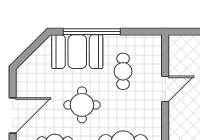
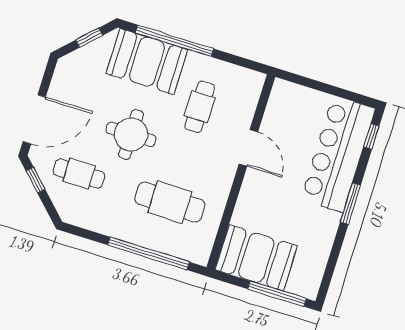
window: (33, 48) -> (89, 38), added
door: (165, 89) -> (248, 148), hinge flipped

